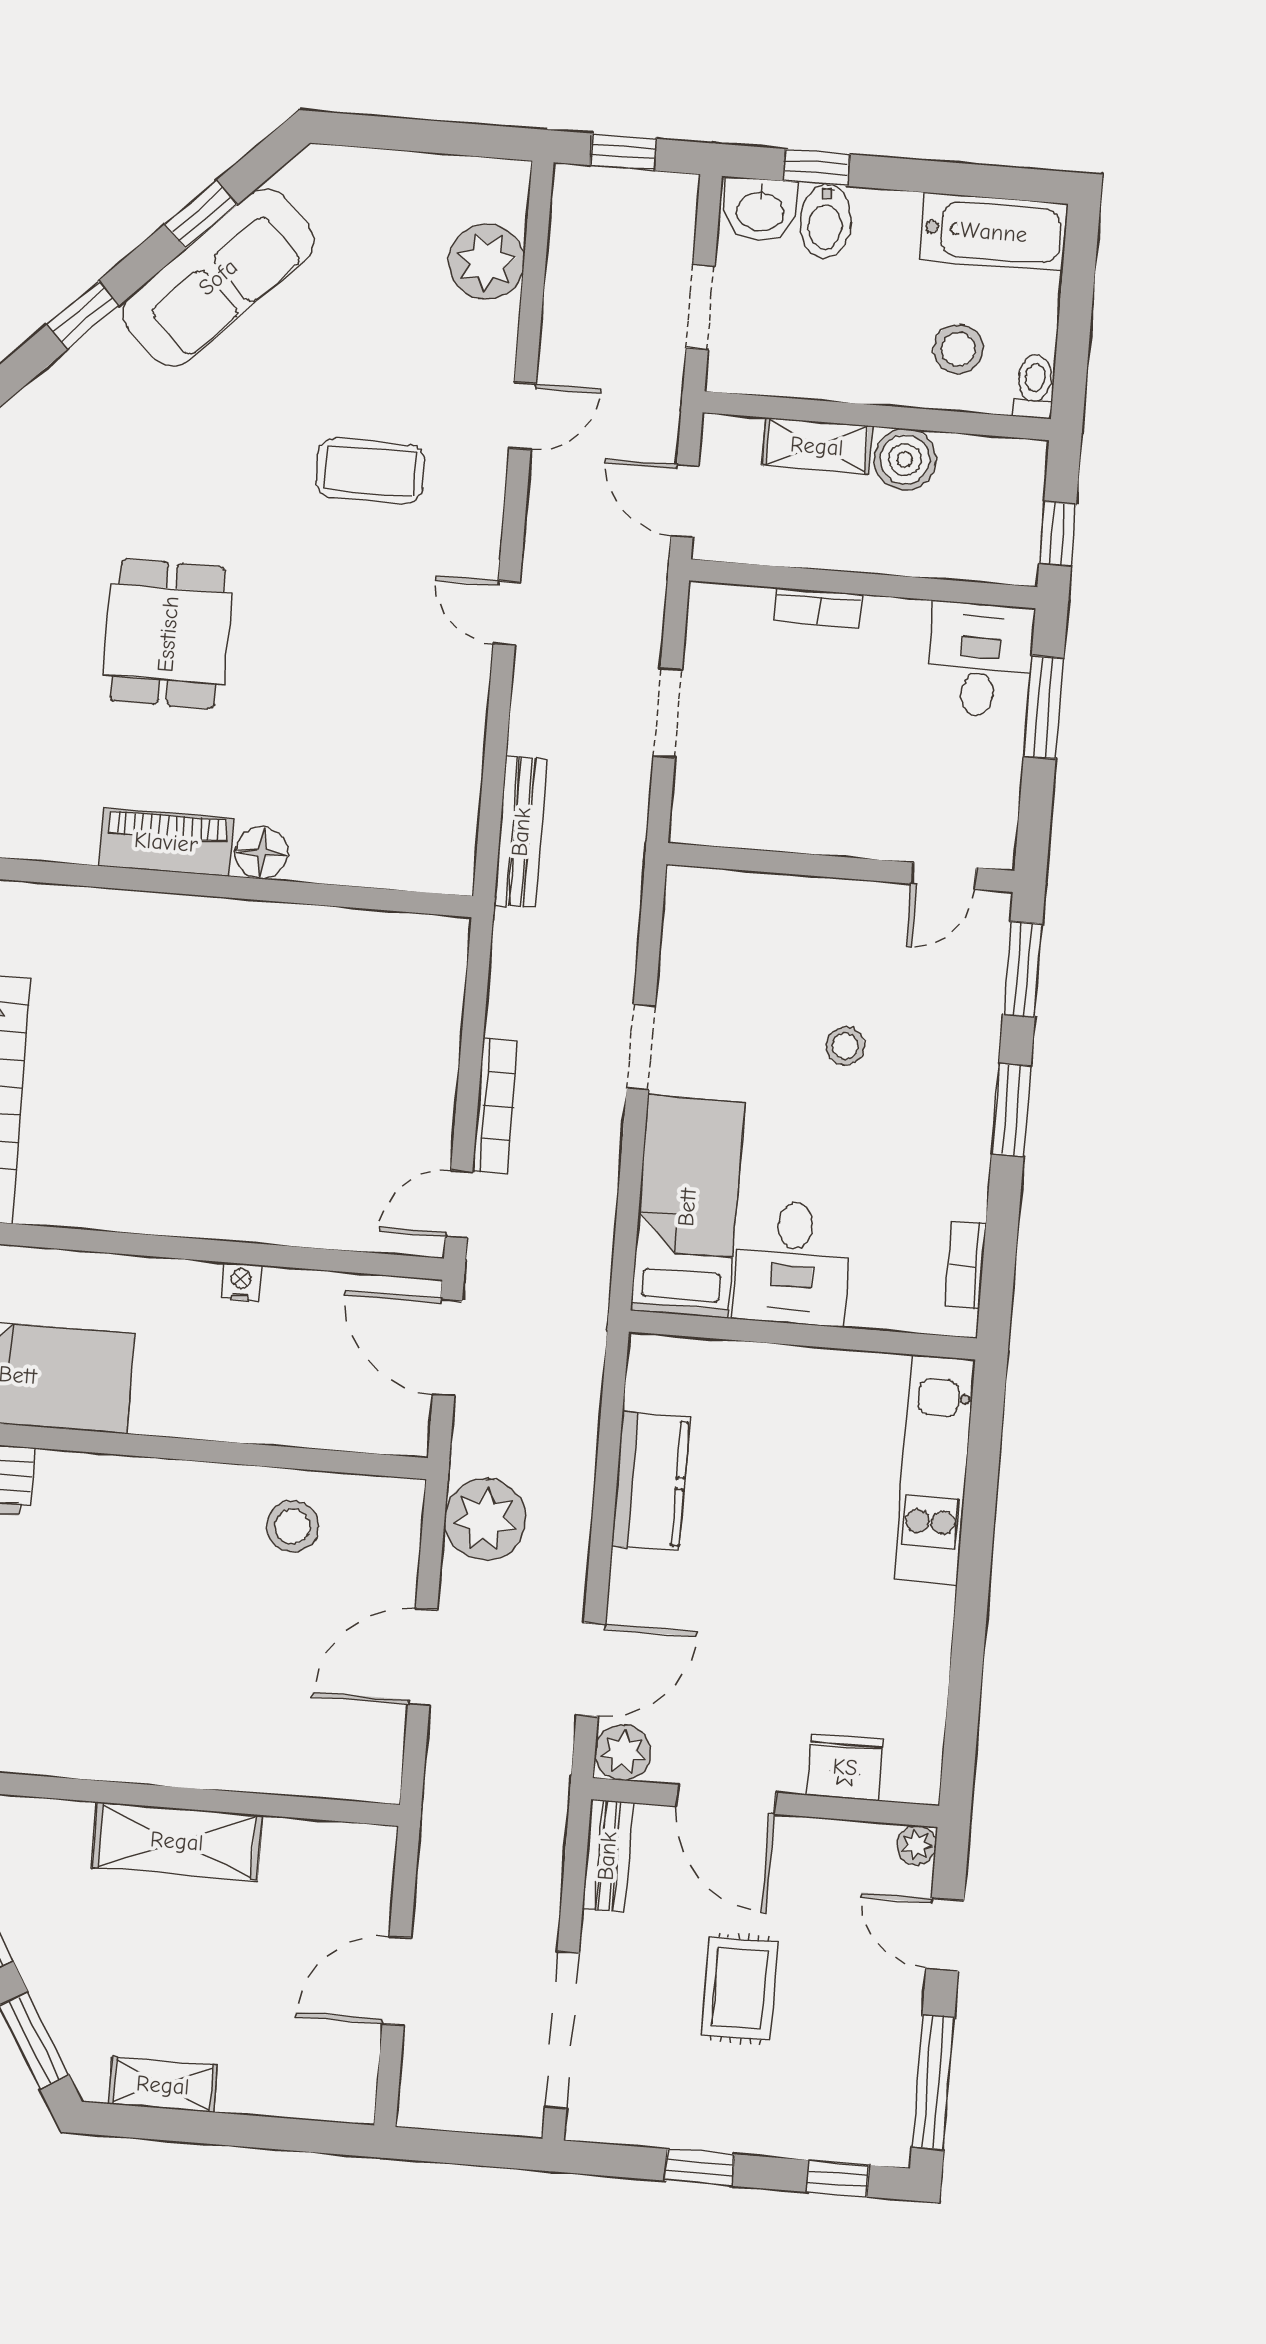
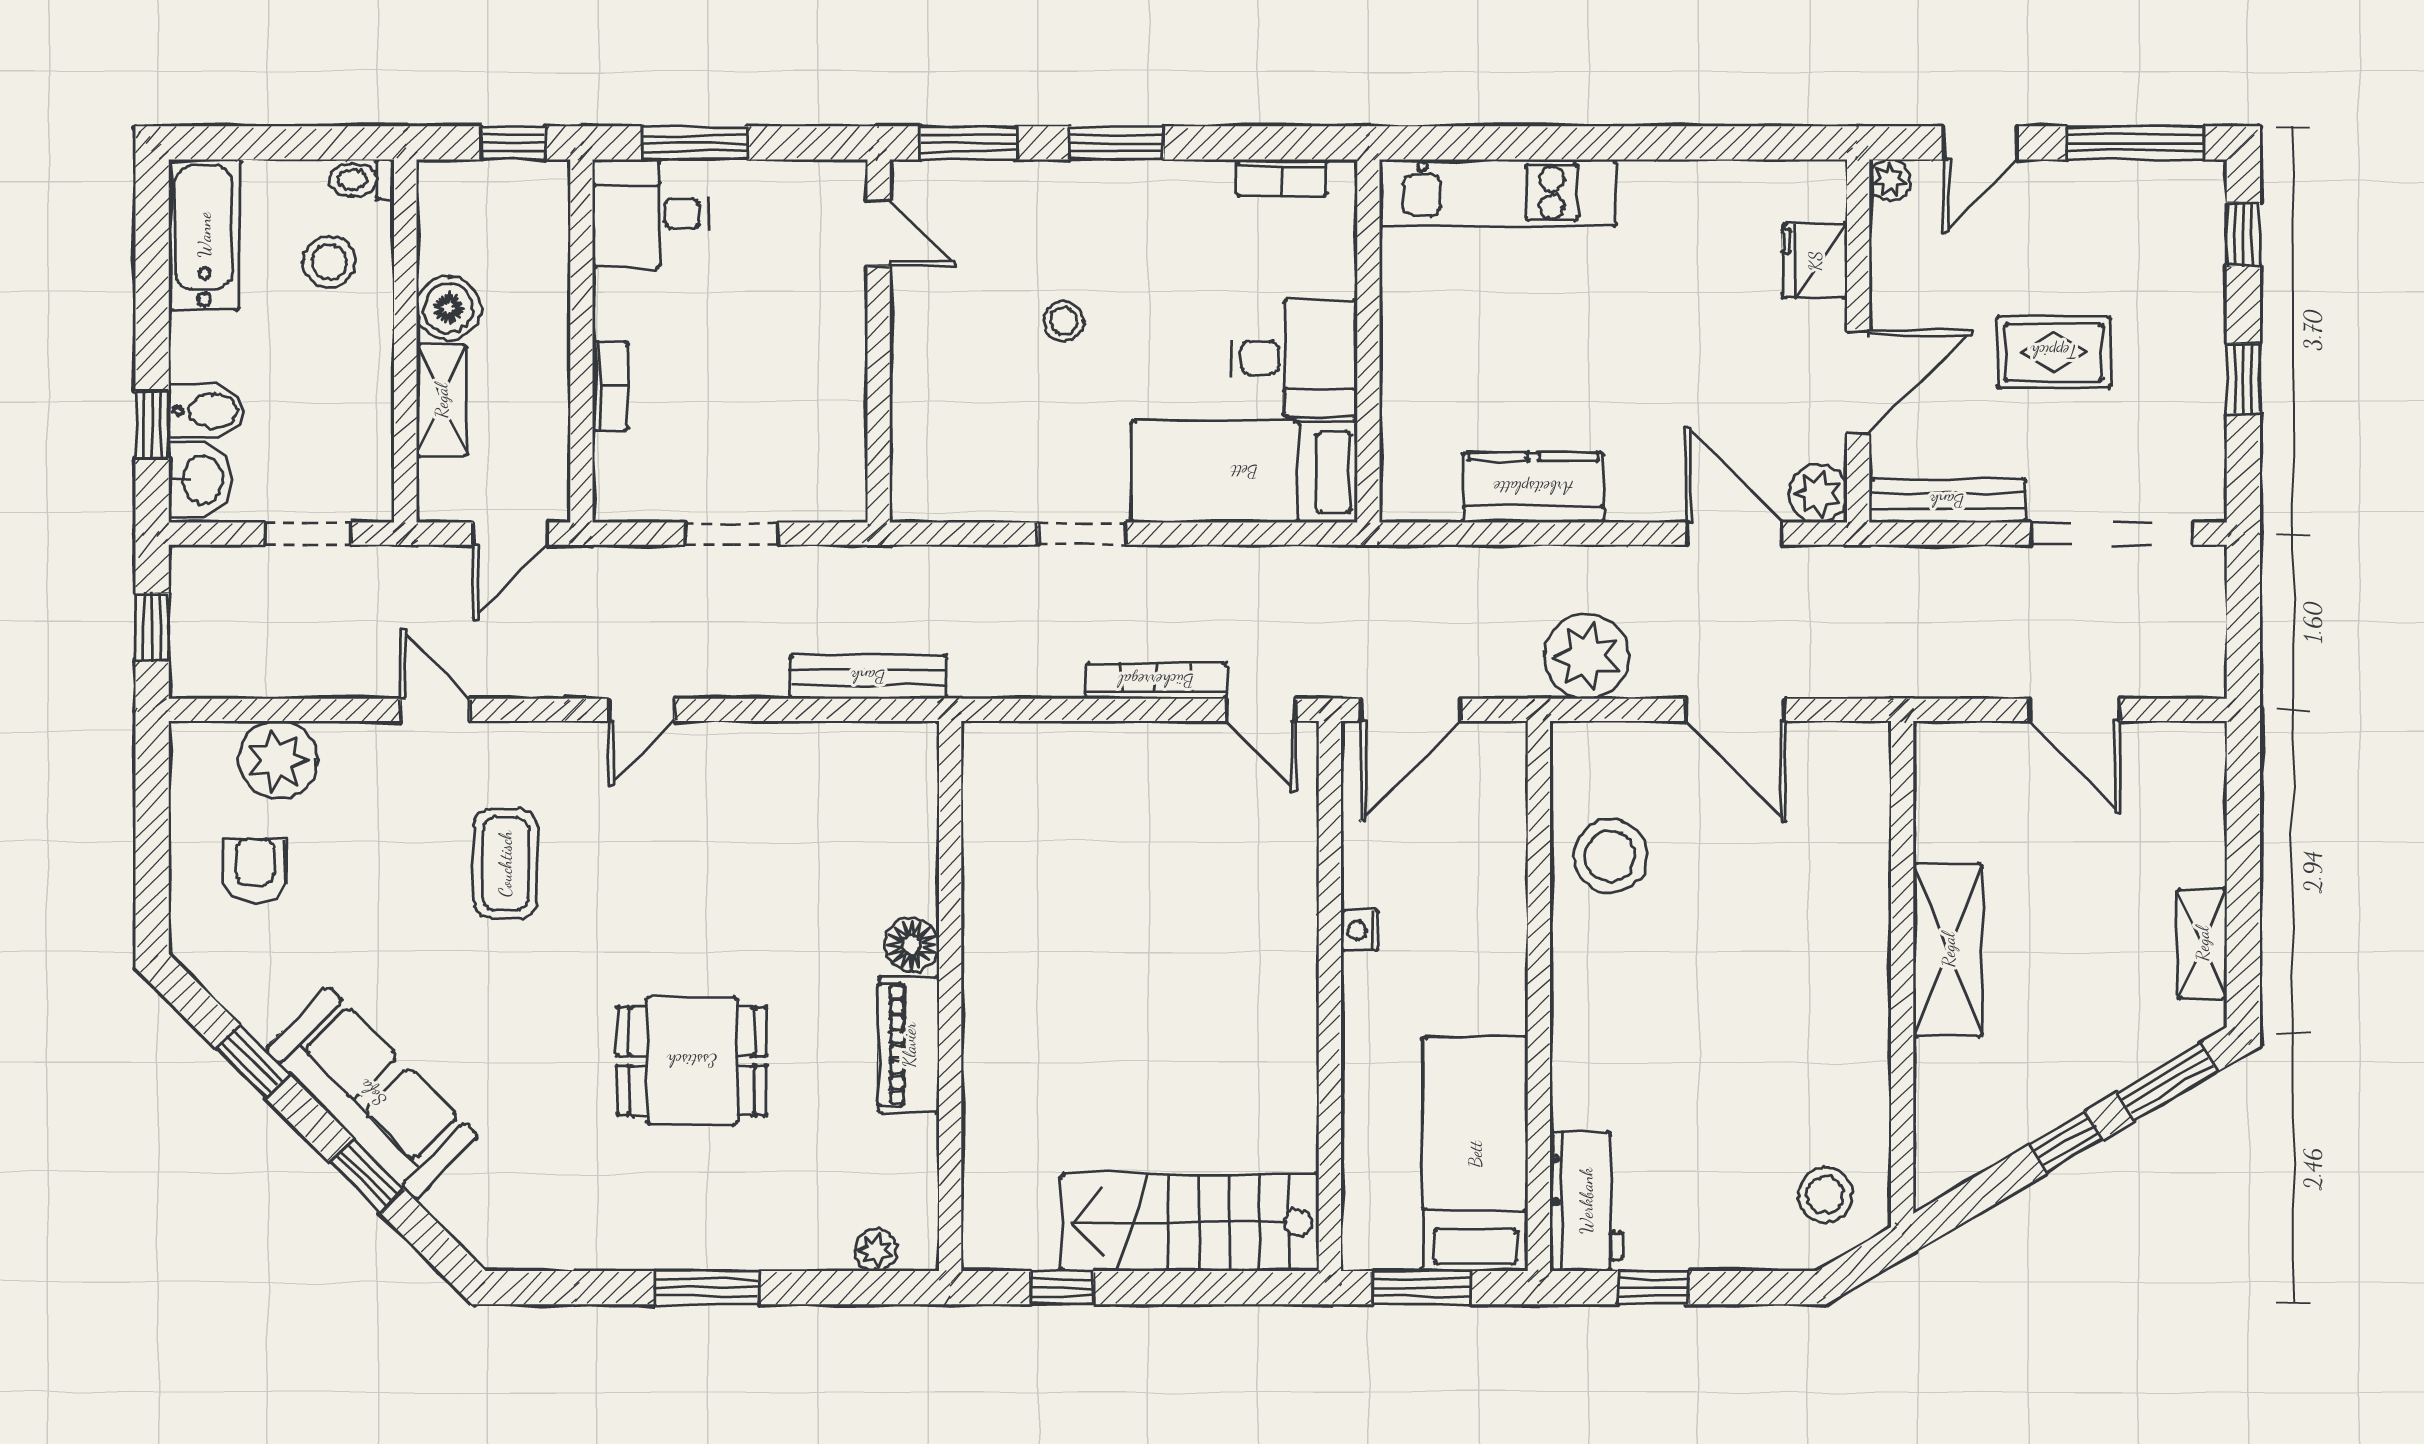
armchair: (383, 231) -> (255, 871), added
sofa: (218, 277) -> (372, 1093), moved
stool: (293, 1527) -> (1610, 856), width x1.38, depth x1.38
bench: (607, 1856) -> (1947, 501), width x1.36

